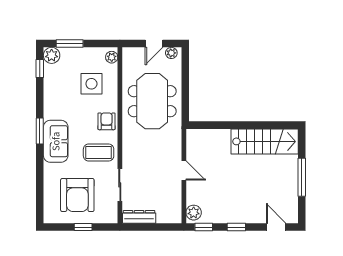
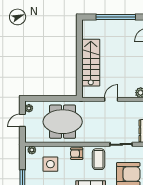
door: (154, 44) -> (22, 120), swing flipped
stairs: (265, 141) -> (91, 63), moved
window: (302, 177) -> (116, 17), width x1.46

